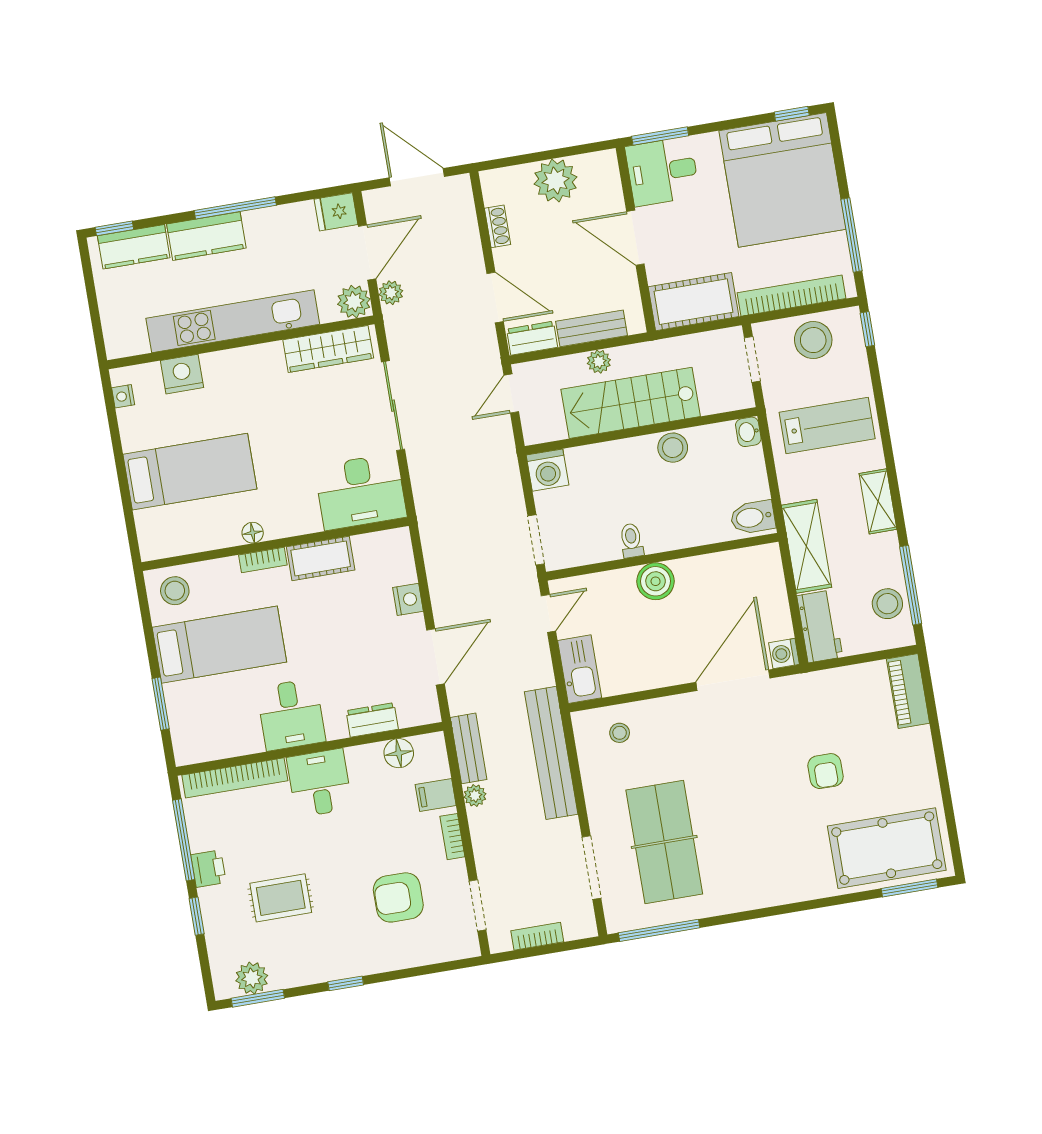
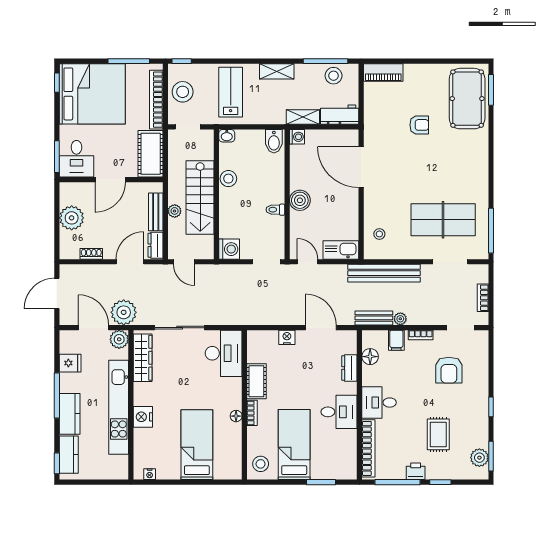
fridge: (336, 212) -> (70, 363), moved, turned -90
plant: (391, 293) -> (124, 312), width x1.87, depth x1.87
nightstand: (182, 374) -> (143, 417), moved
shelving: (806, 546) -> (303, 117), width x0.67, depth x0.75
washing machine: (784, 654) -> (297, 137), moved, turned -90

